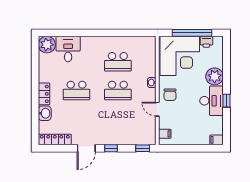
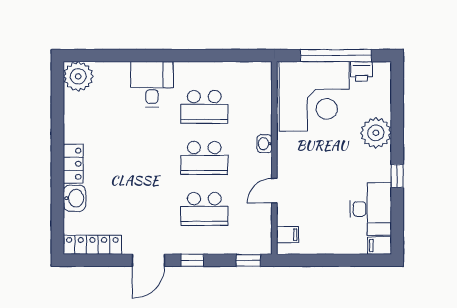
desk: (68, 49) -> (152, 84), moved
school desk: (77, 91) -> (204, 209), moved
chair: (170, 95) -> (297, 165), removed
desk: (212, 101) -> (371, 209), moved
door: (157, 109) -> (274, 191), hinge flipped

